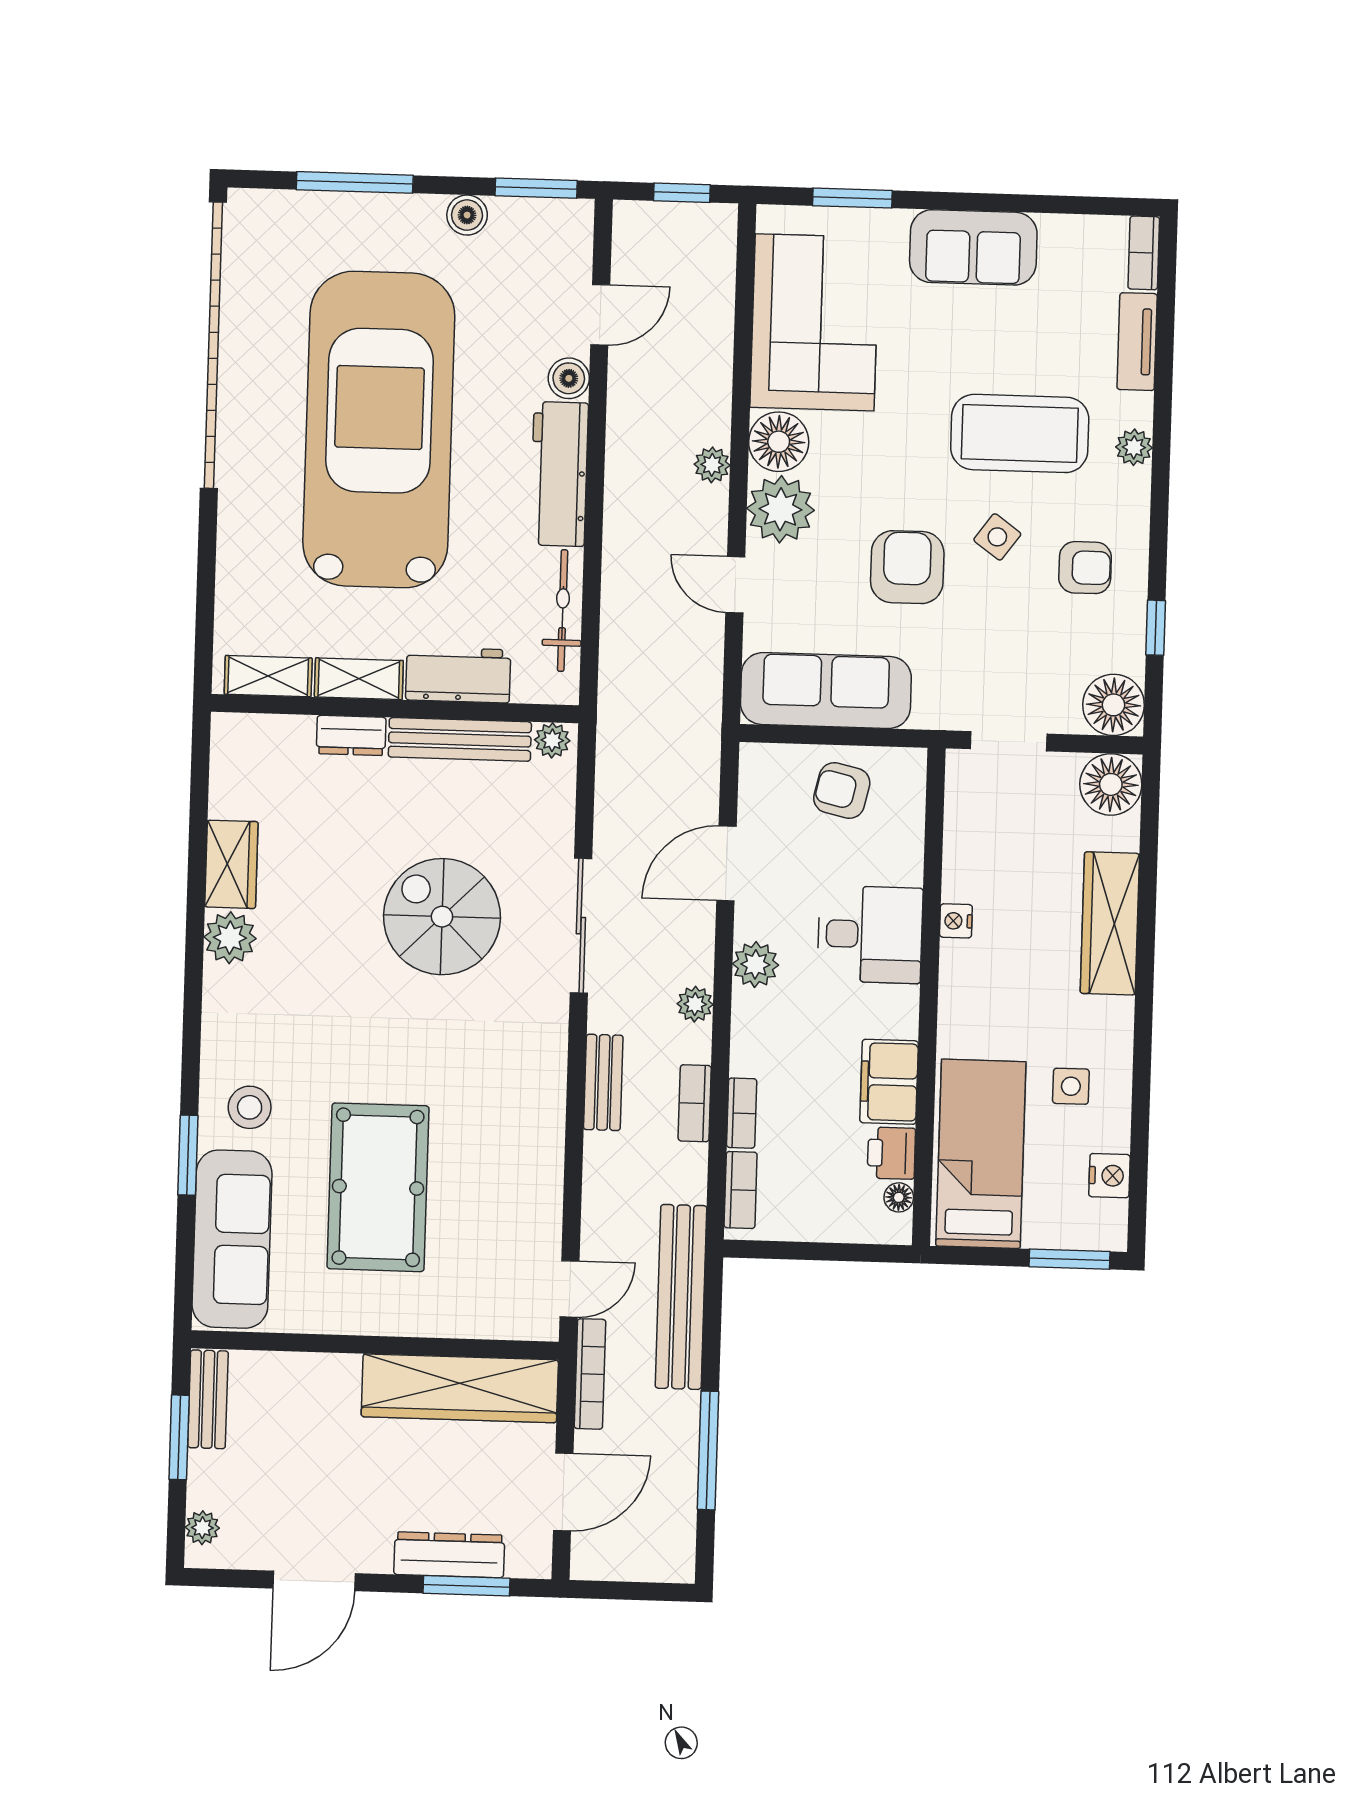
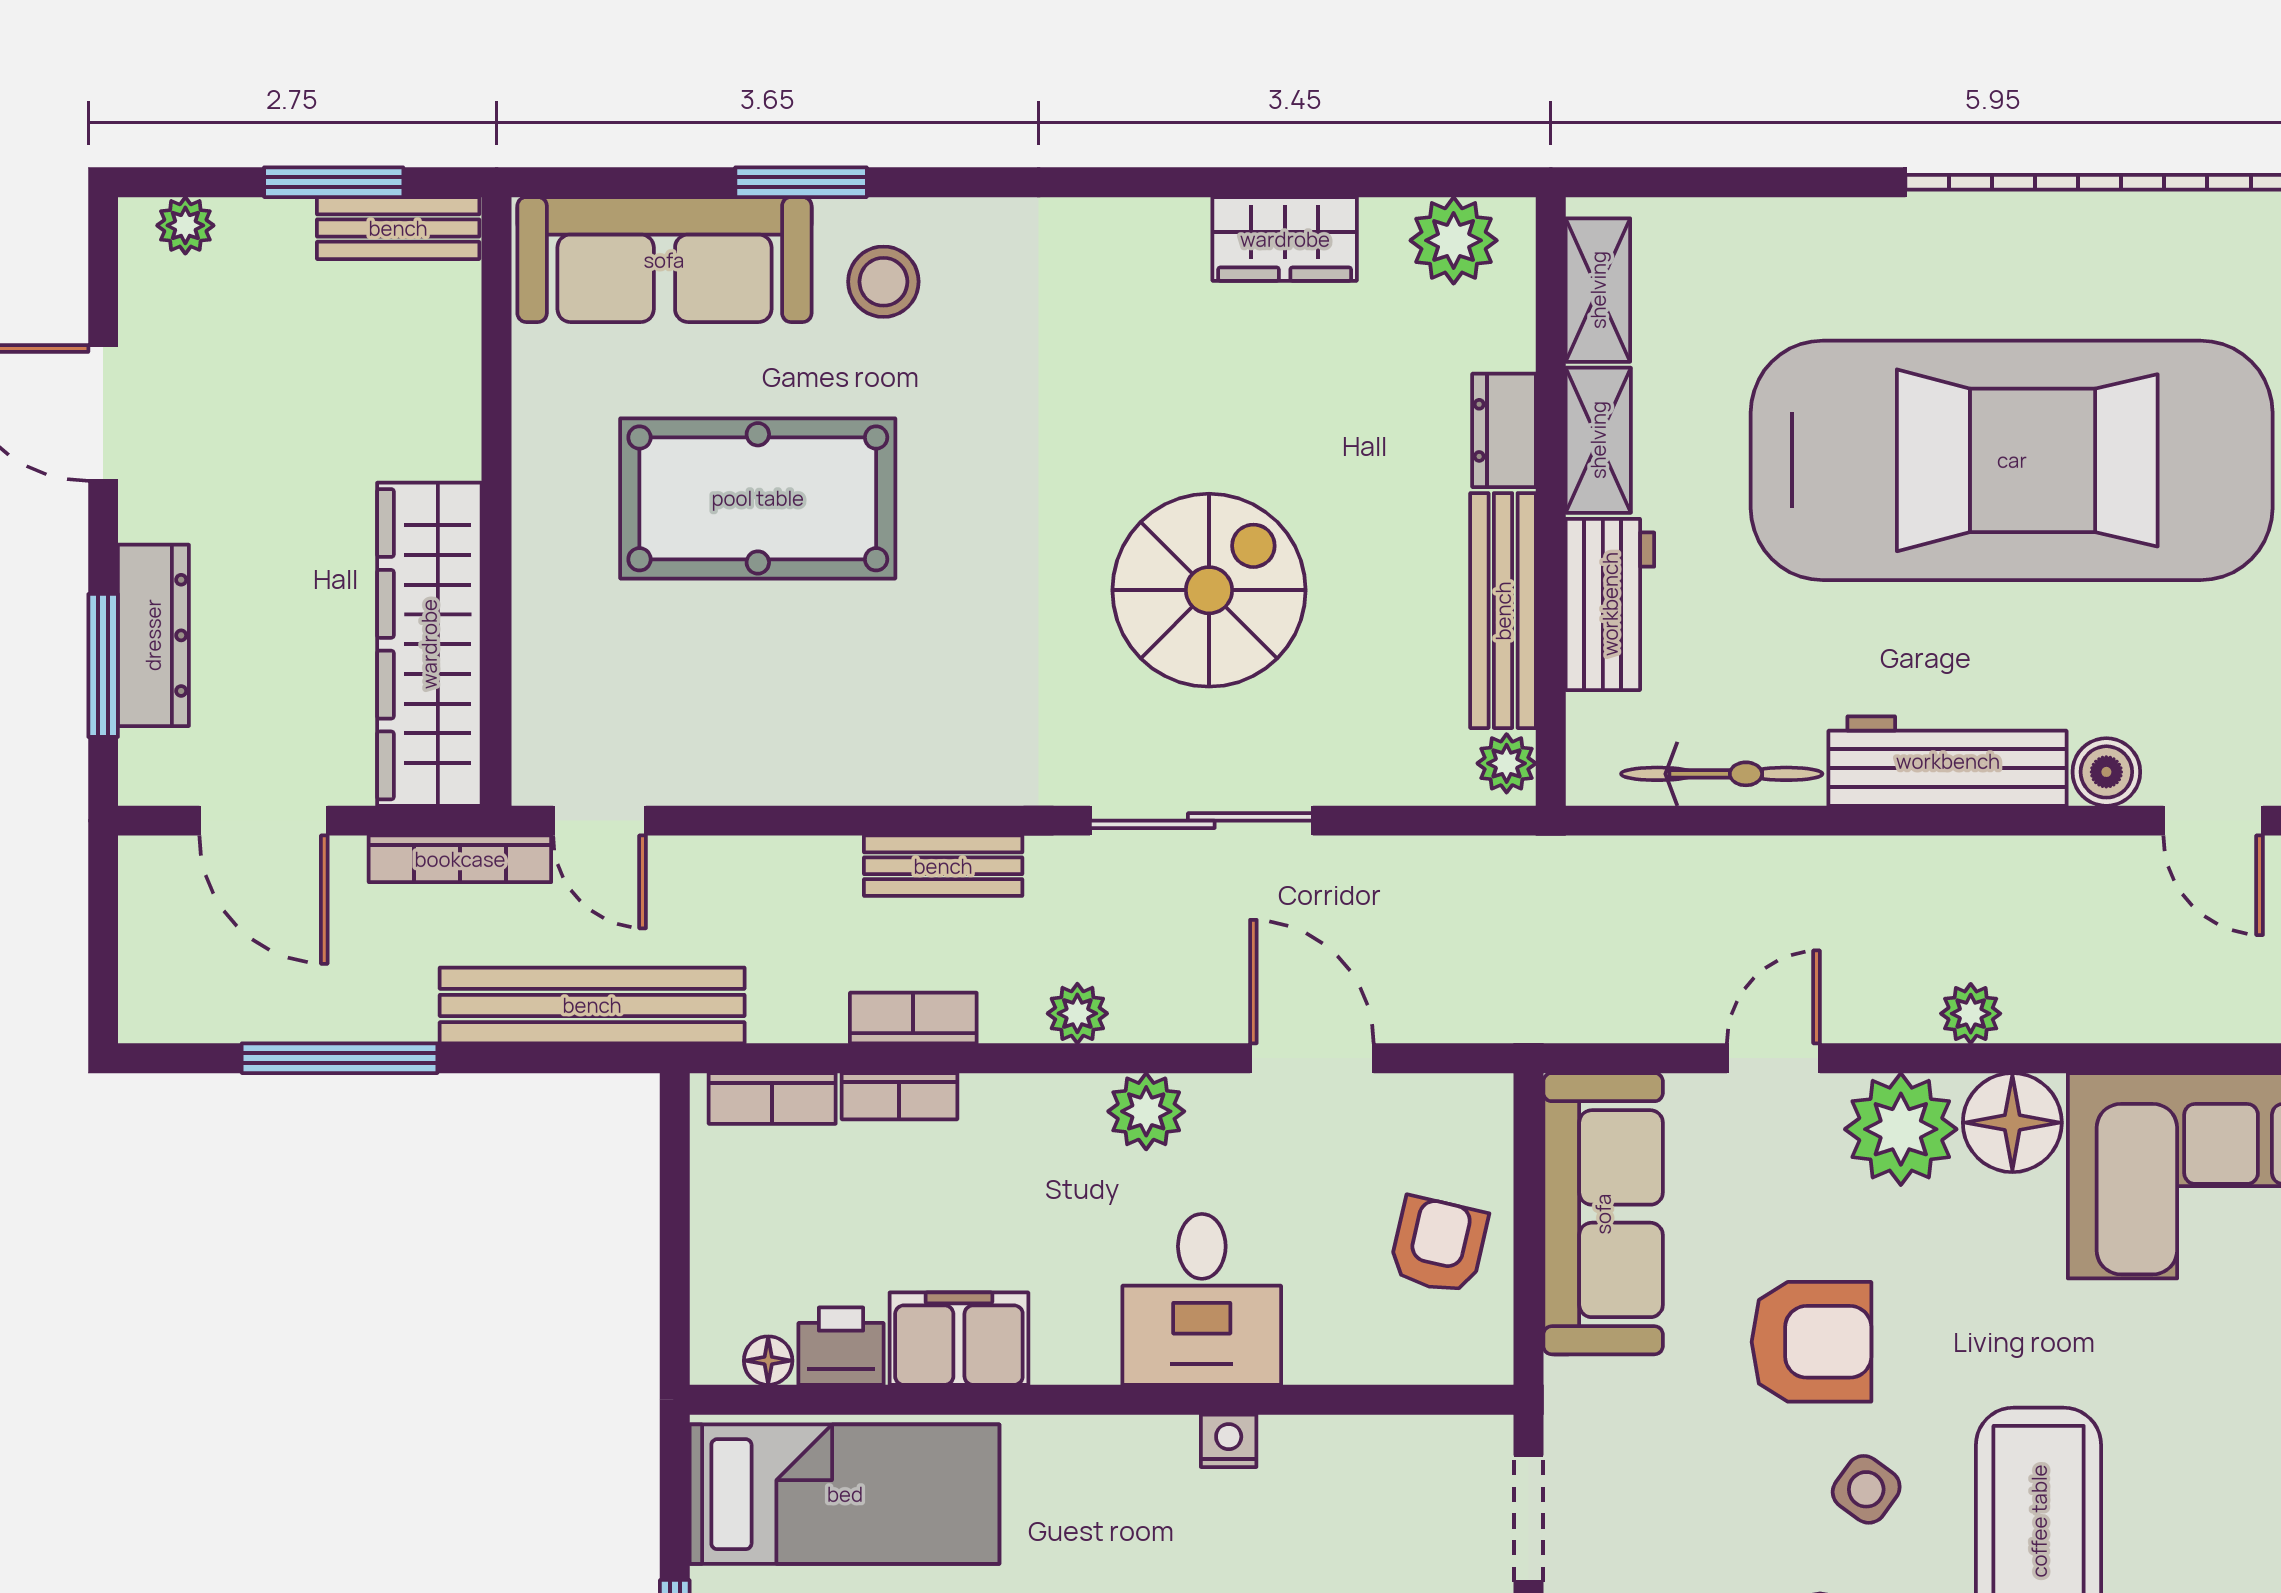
plant: (230, 938) -> (1454, 240), moved

